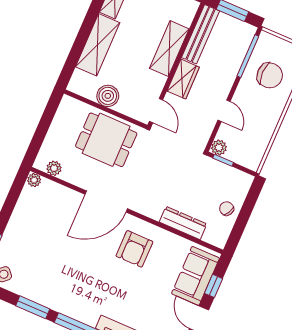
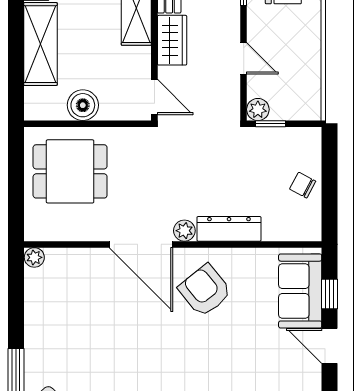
dining table: (106, 140) -> (70, 171), moved
plant: (54, 168) -> (184, 231), moved
door: (106, 202) -> (141, 244), hinge flipped
dresser: (183, 223) -> (229, 229), moved
armchair: (134, 249) -> (205, 290), turned 141

